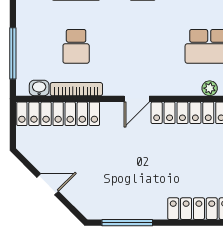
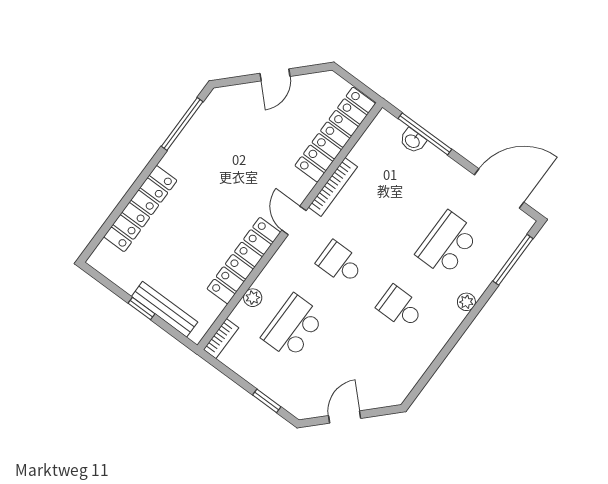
school desk: (76, 46) -> (340, 263), moved
washbasin: (39, 88) -> (413, 141), moved, turned 90
bookcase: (76, 89) -> (333, 187), moved

